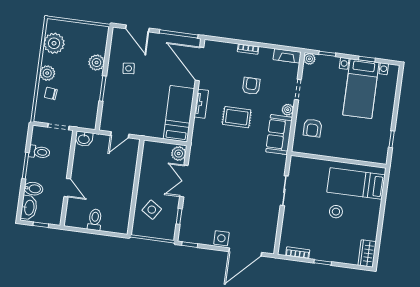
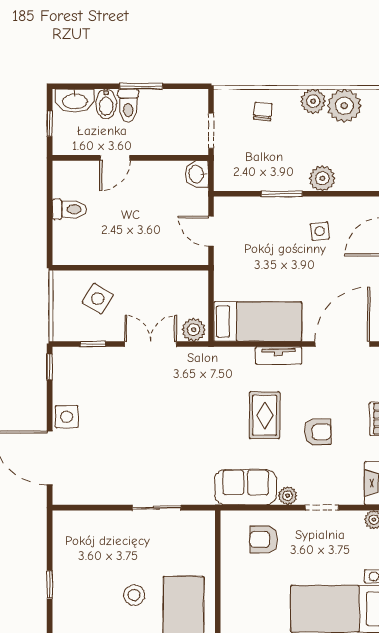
plant: (47, 73) -> (313, 101), moved
toilet: (39, 152) -> (128, 105), moved
bookcase: (298, 253) -> (60, 542), removed

